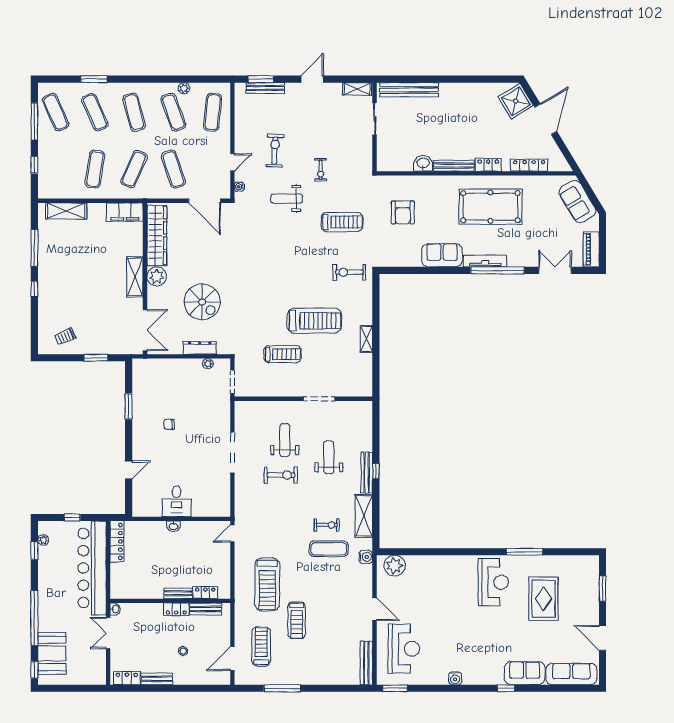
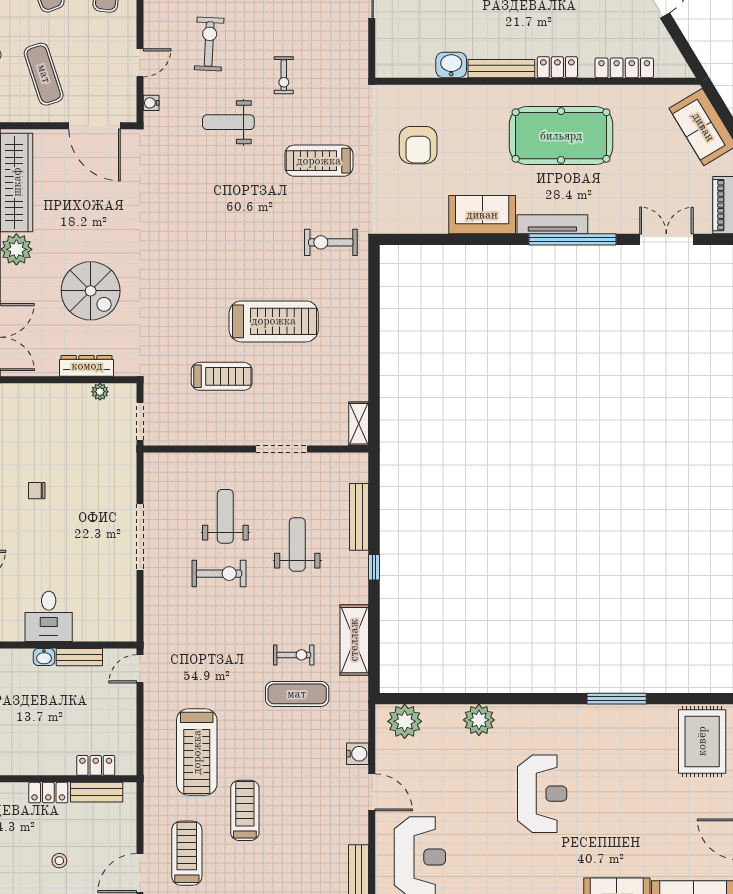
treadmill: (342, 222) -> (319, 161), turned 180
shelving: (366, 339) -> (359, 424), moved
bench: (367, 473) -> (359, 517), moved
water cooler: (366, 557) -> (358, 754), moved
plant: (440, 565) -> (479, 720), added
reception desk: (493, 582) -> (542, 794), moved
bench: (178, 593) -> (79, 657), moved
rug: (543, 599) -> (702, 741), moved
treadmill: (297, 620) -> (245, 810), turned 180

